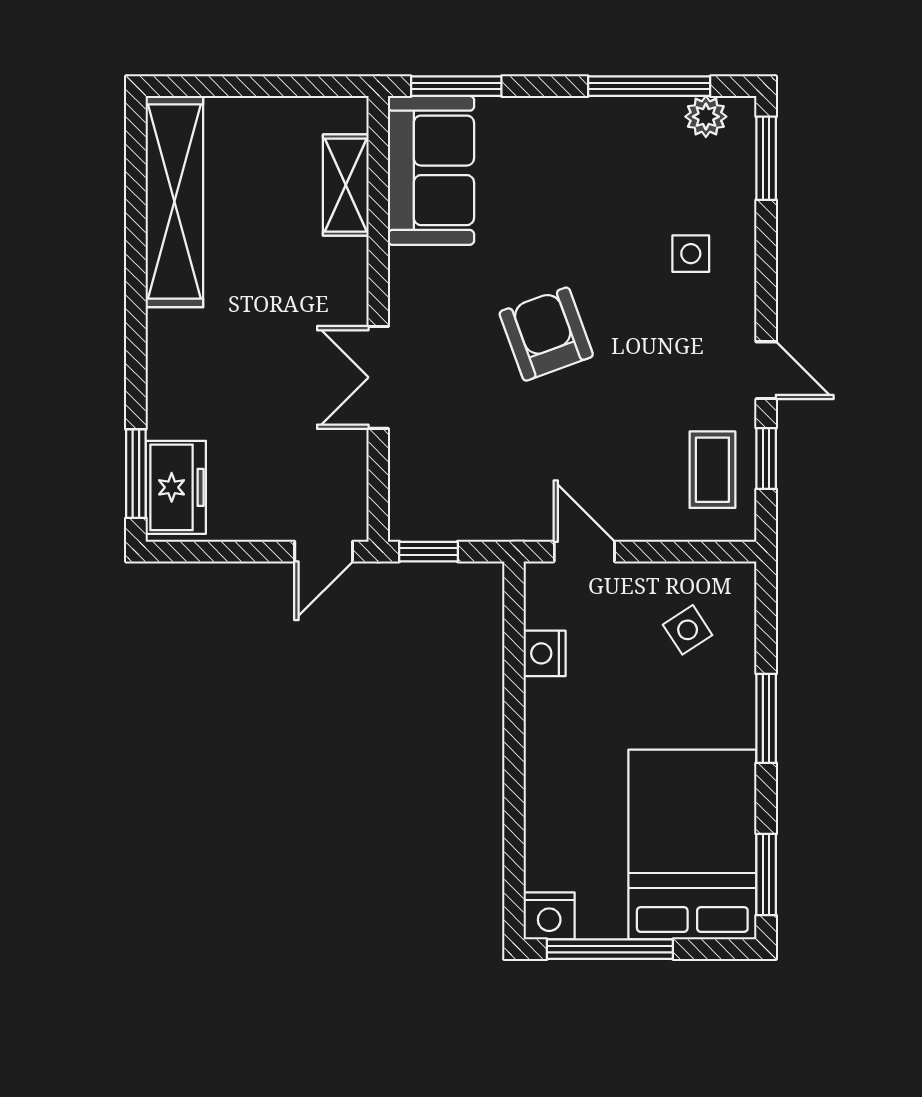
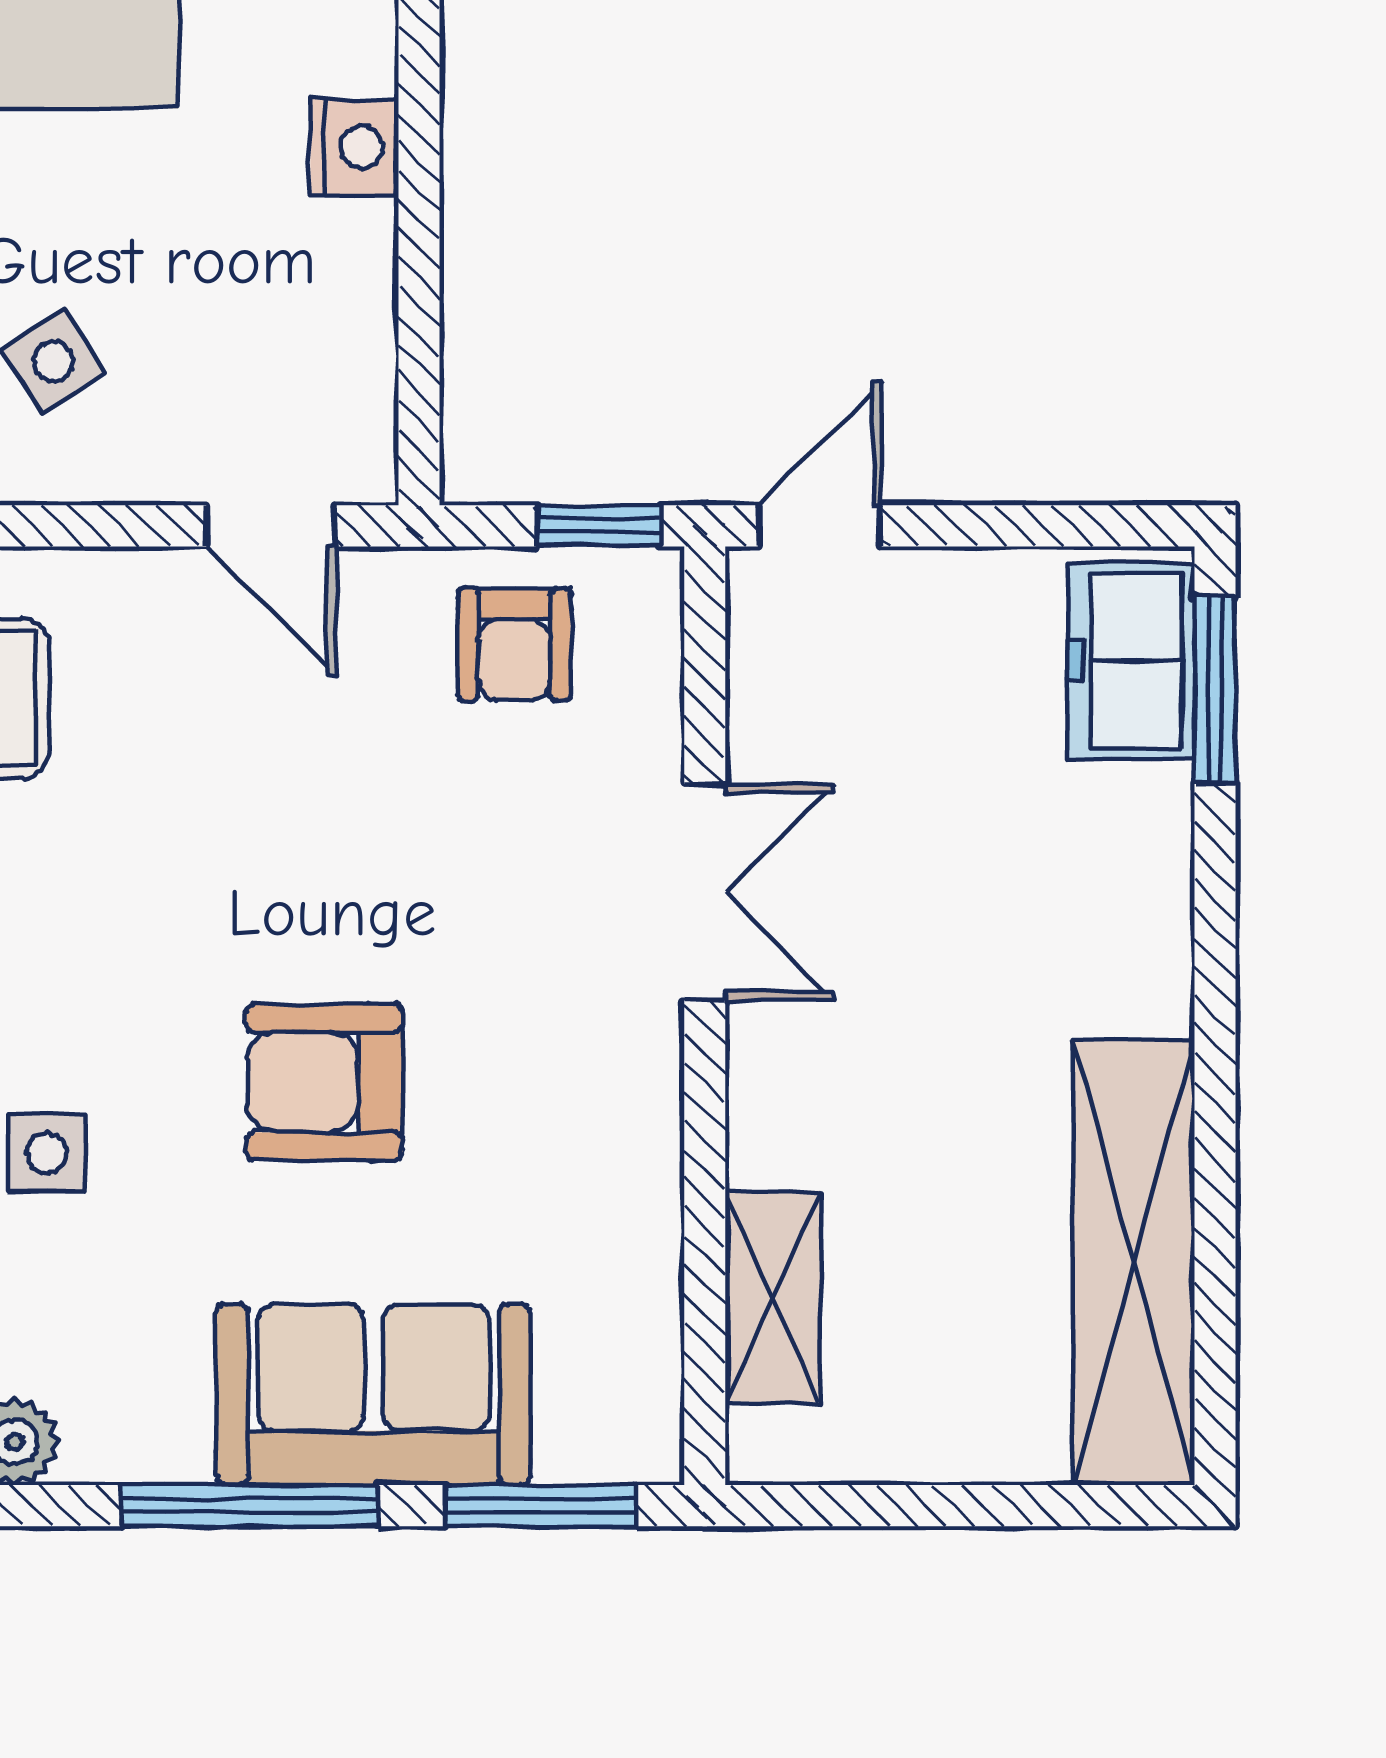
window: (649, 86) -> (249, 1506), moved
sofa: (431, 170) -> (373, 1395), moved, turned 90
armchair: (546, 334) -> (324, 1082), moved, turned 110
armchair: (469, 495) -> (514, 644), added
nightstand: (545, 653) -> (355, 147), moved

